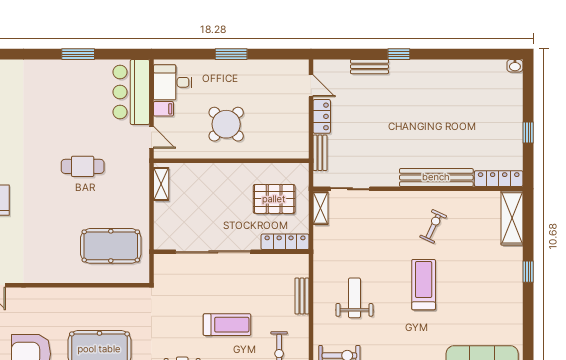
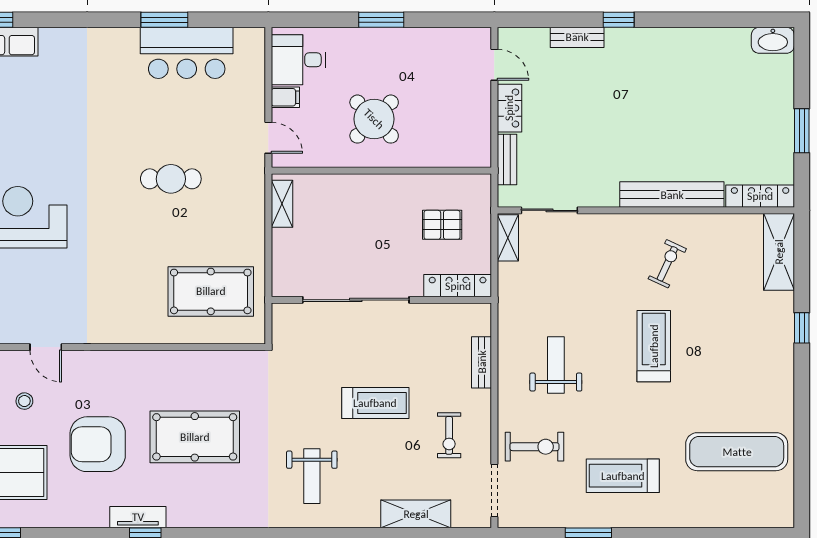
washbasin: (515, 66) -> (773, 40), width x1.91, depth x1.45
bar counter: (131, 92) -> (187, 53), moved, turned -90
window: (528, 132) -> (802, 131), width x1.50
pallet: (274, 199) -> (442, 225), width x0.67, depth x0.71

